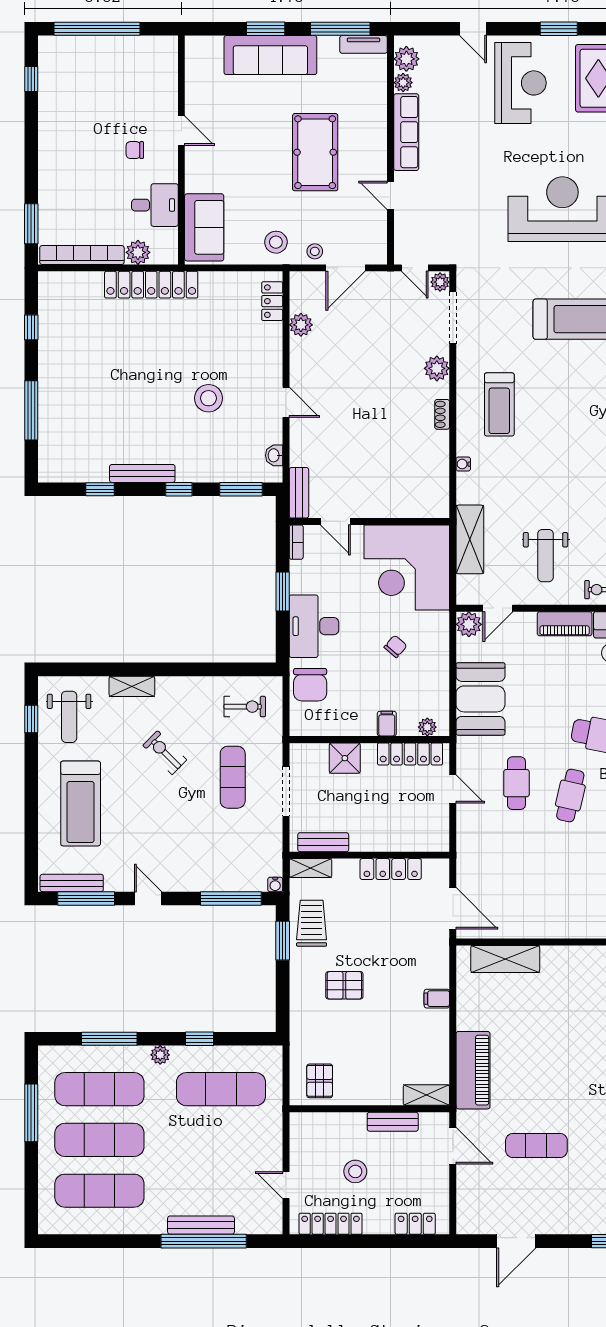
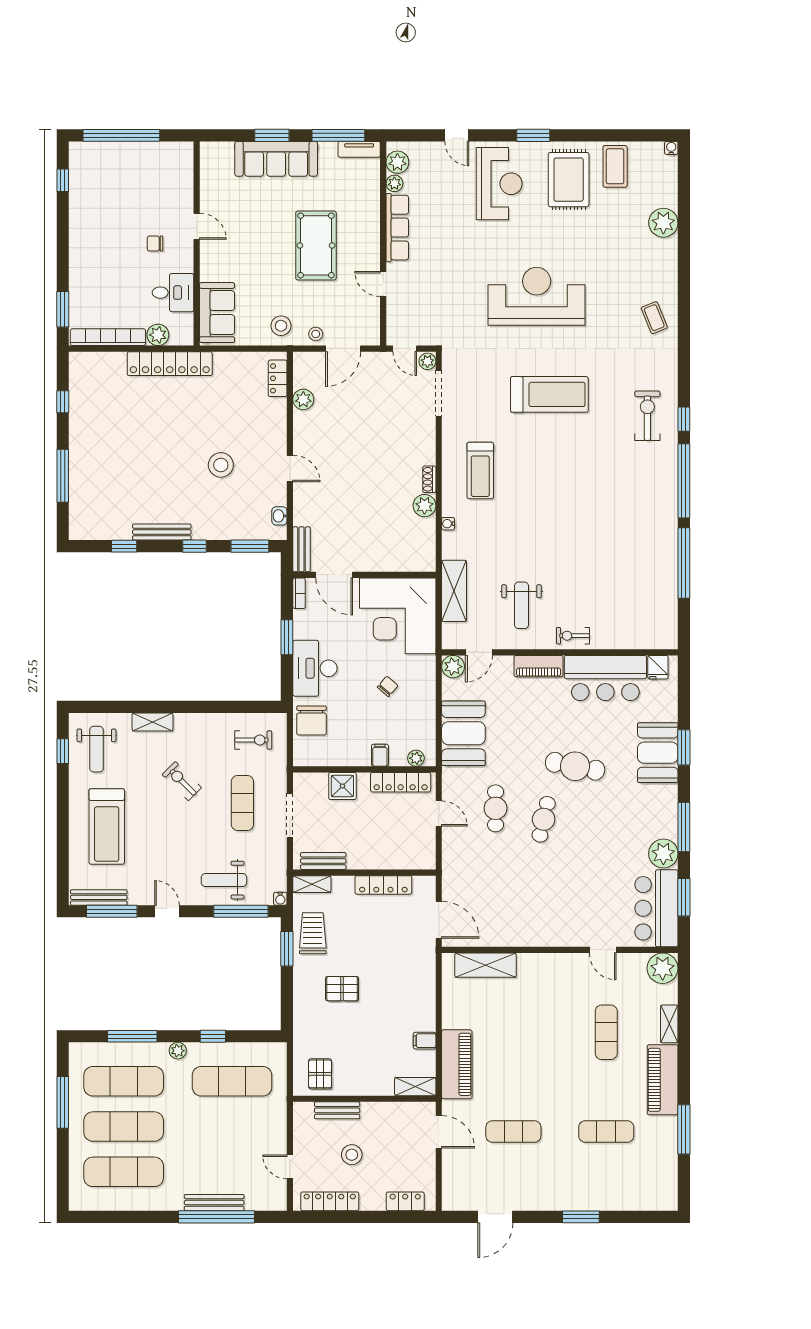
plant: (437, 368) -> (424, 506), moved
door: (335, 521) -> (334, 575), width x1.38
weight bench: (212, 864) -> (224, 880), added
filing cabinet: (437, 999) -> (425, 1041), moved
bench: (393, 1122) -> (337, 1110), moved

